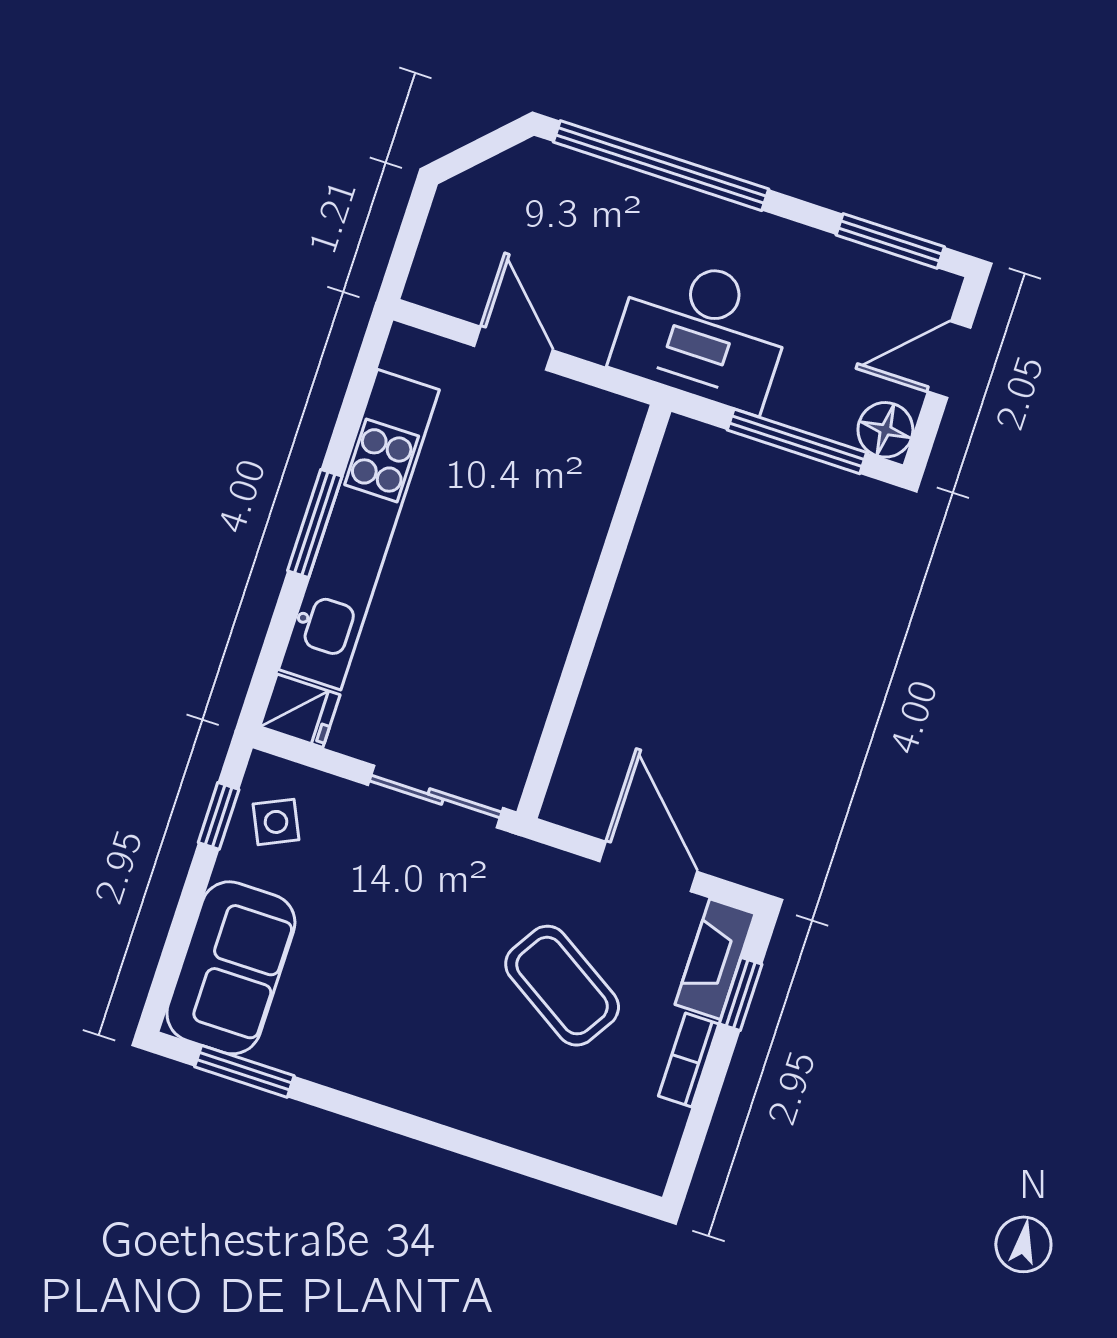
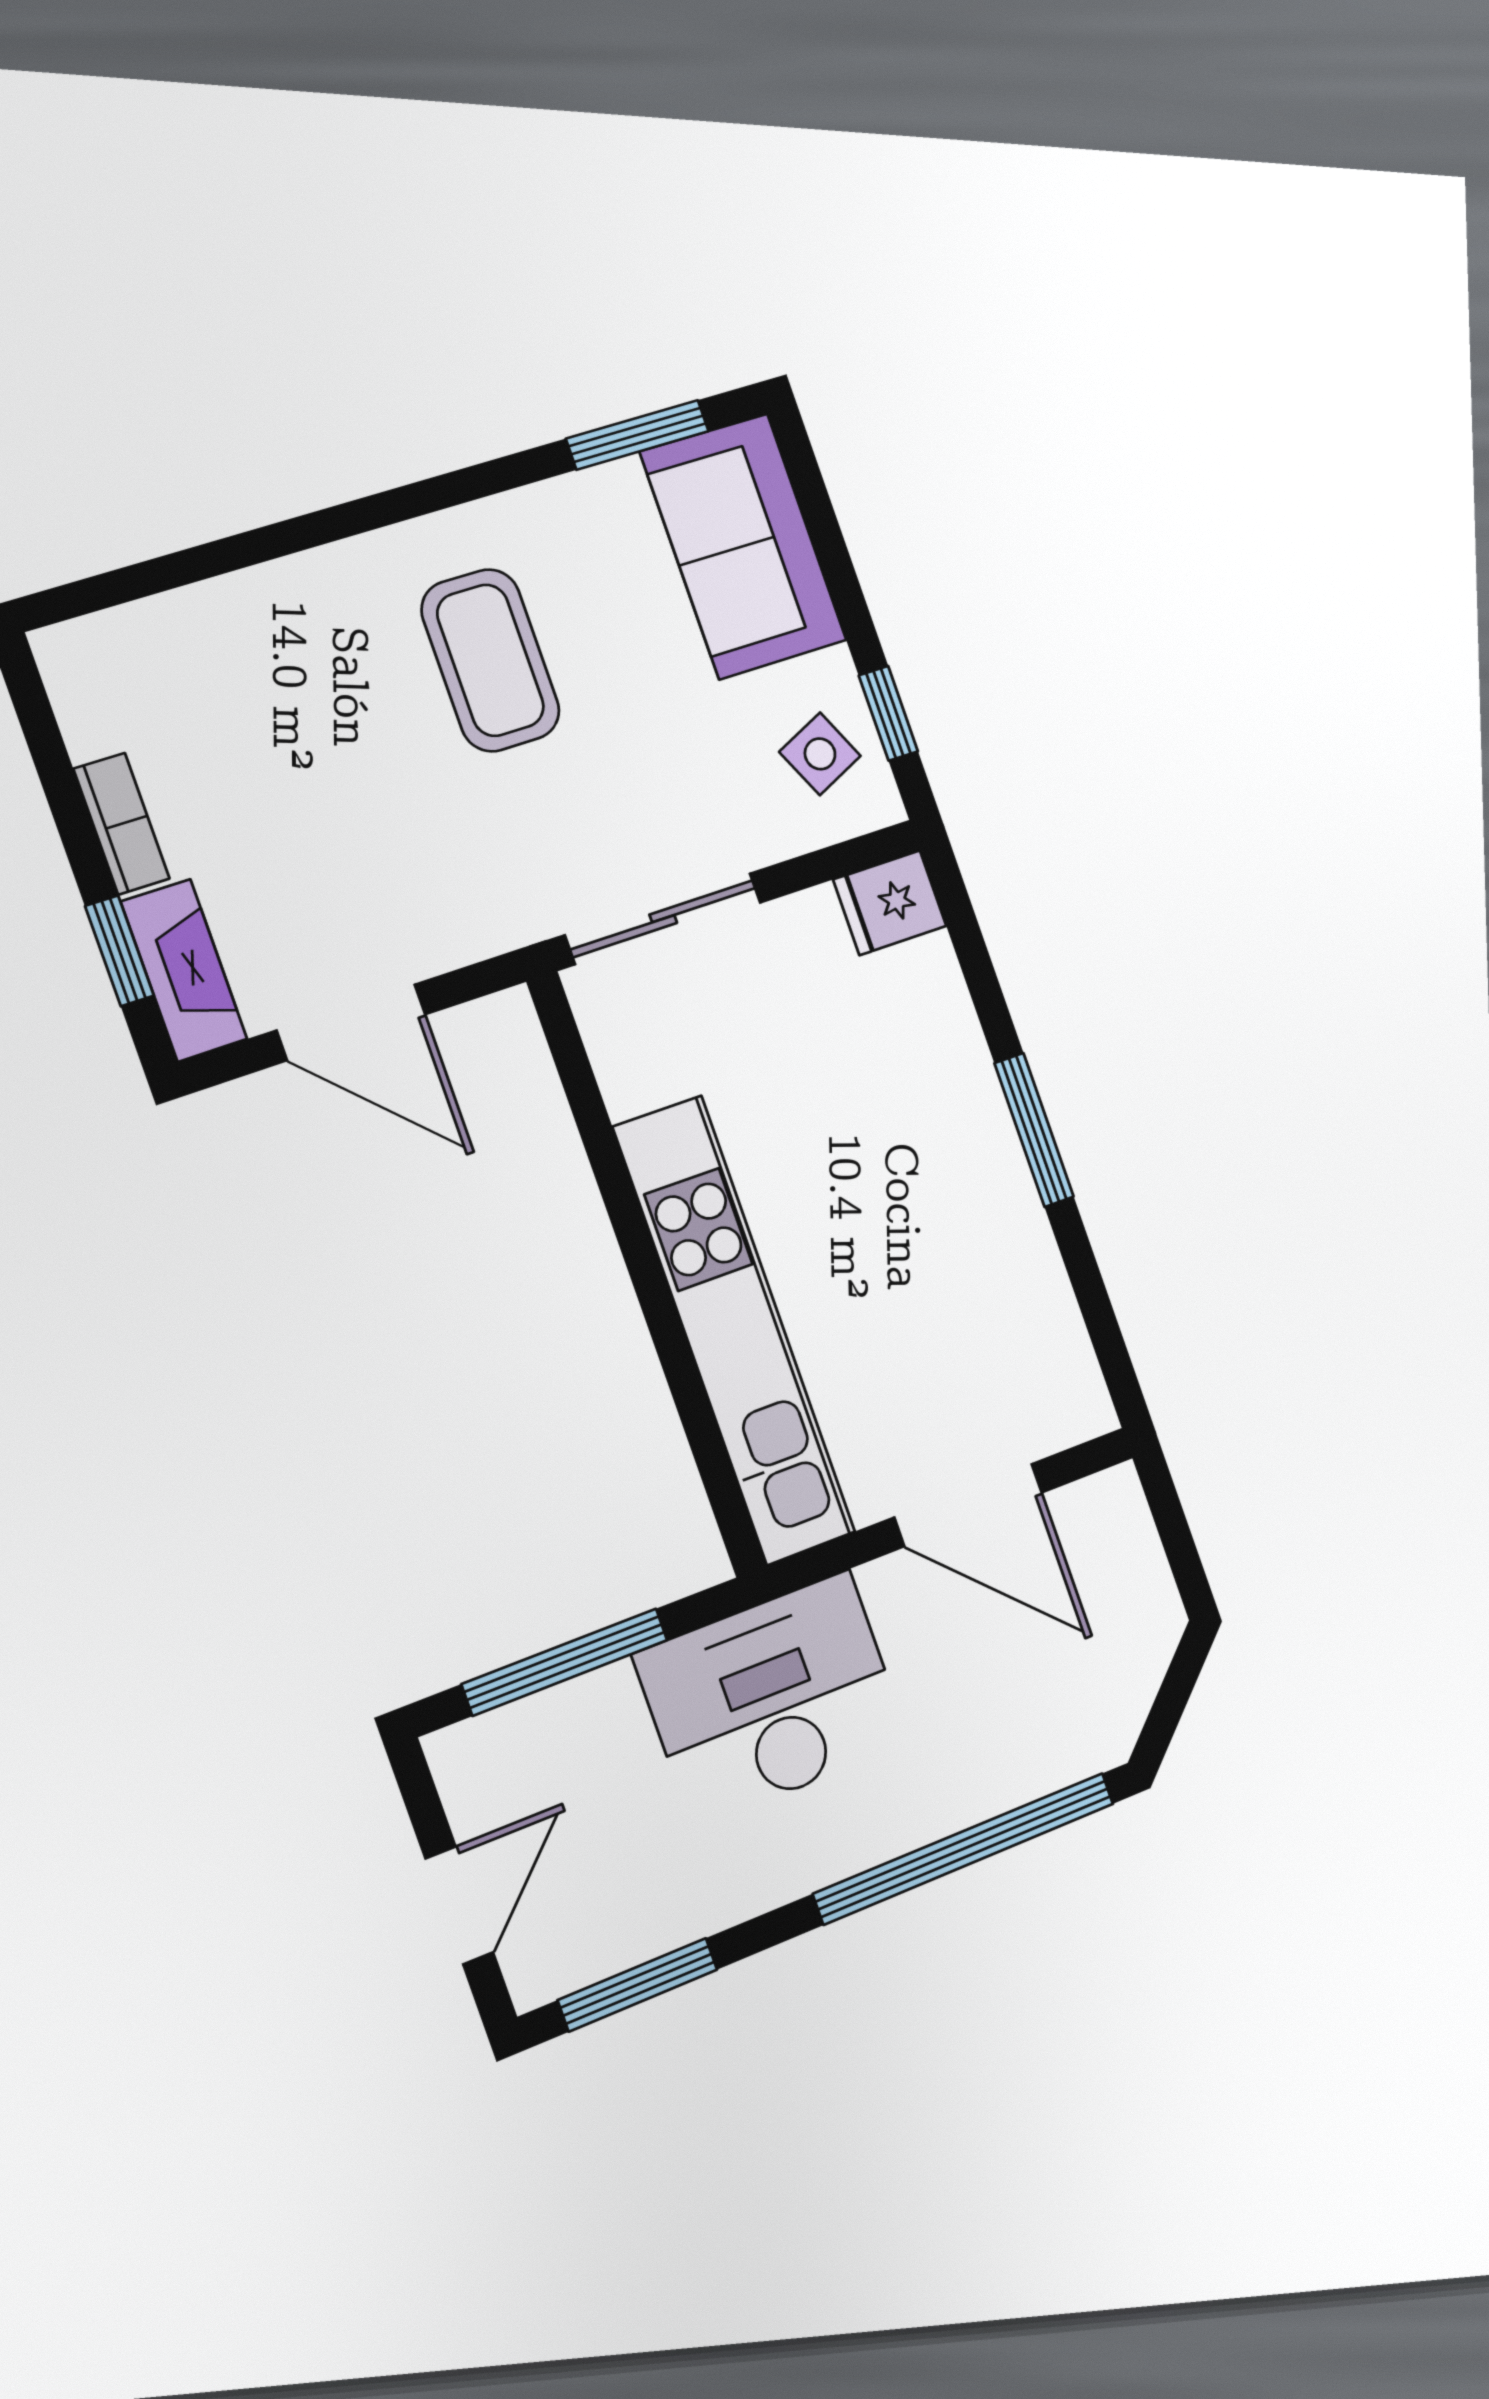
door: (513, 348) -> (968, 1505), width x1.38
floor lamp: (885, 430) -> (471, 1761), removed
kitchen unit: (359, 530) -> (734, 1330), moved, turned 180
coffee table: (562, 986) -> (490, 660), moved, turned 58

